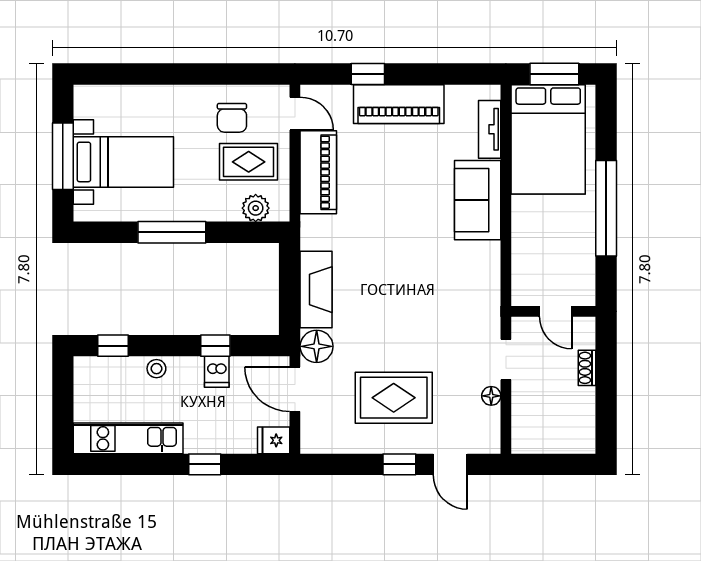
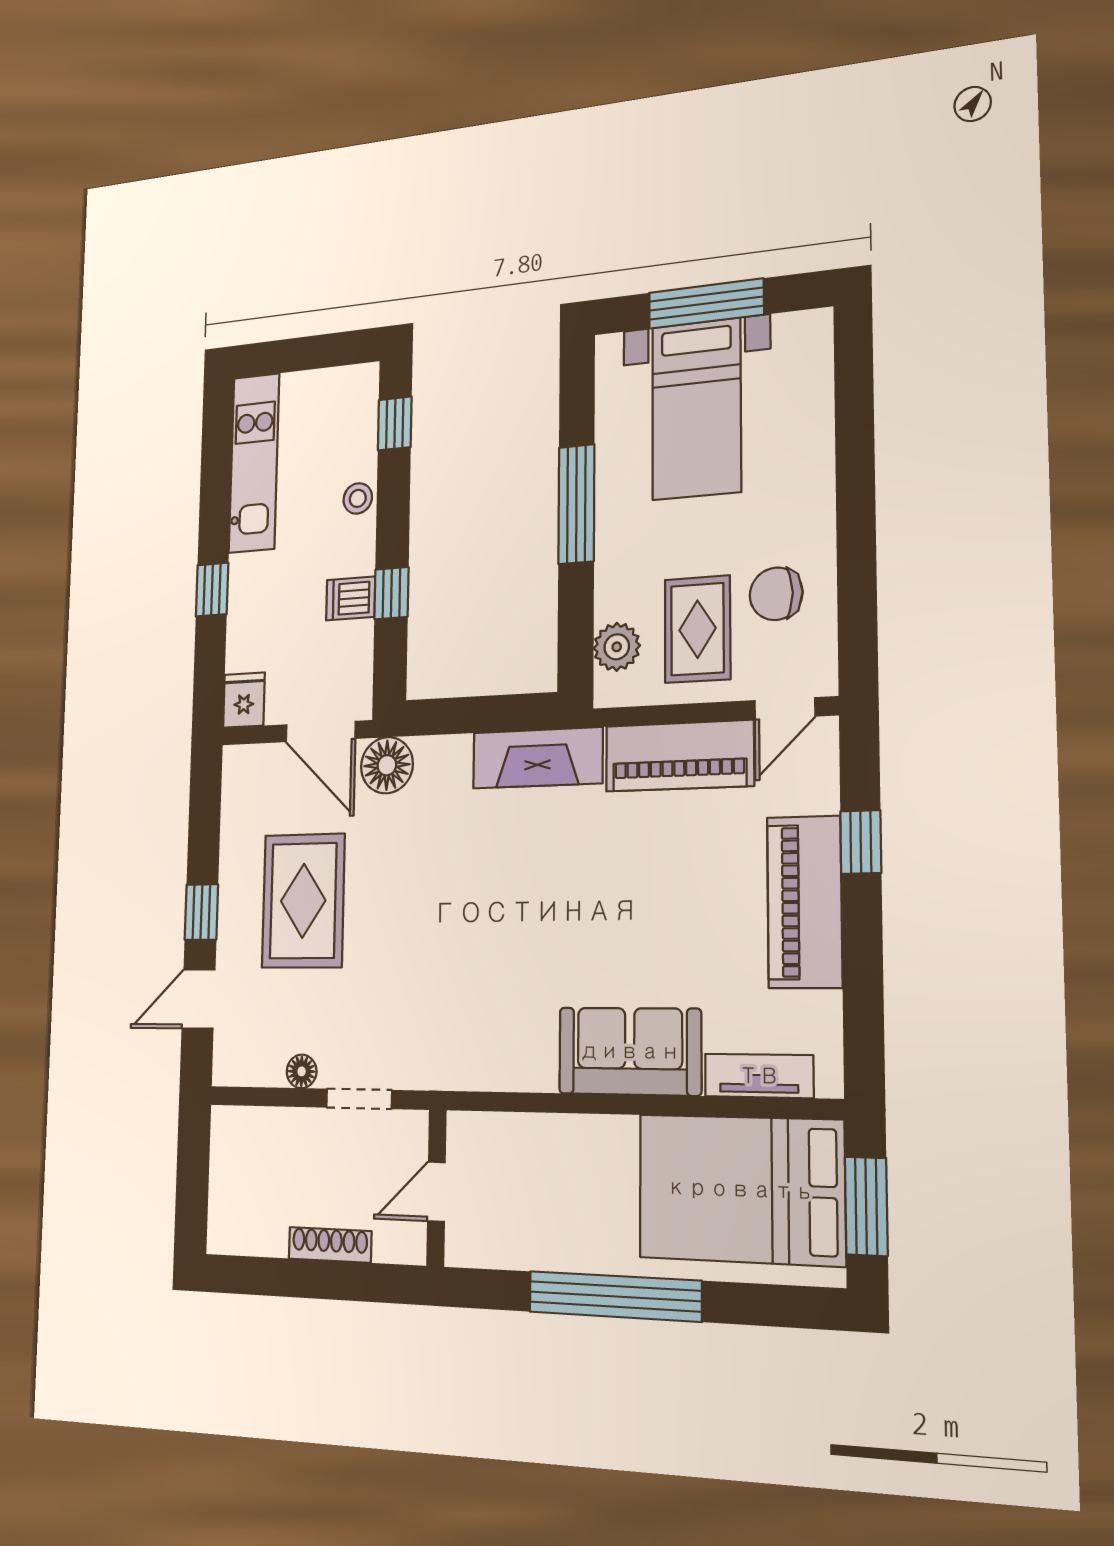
fireplace: (316, 290) -> (537, 758), moved
shoe rack: (587, 368) -> (330, 1245), width x1.43
door: (295, 389) -> (321, 732), swing flipped

